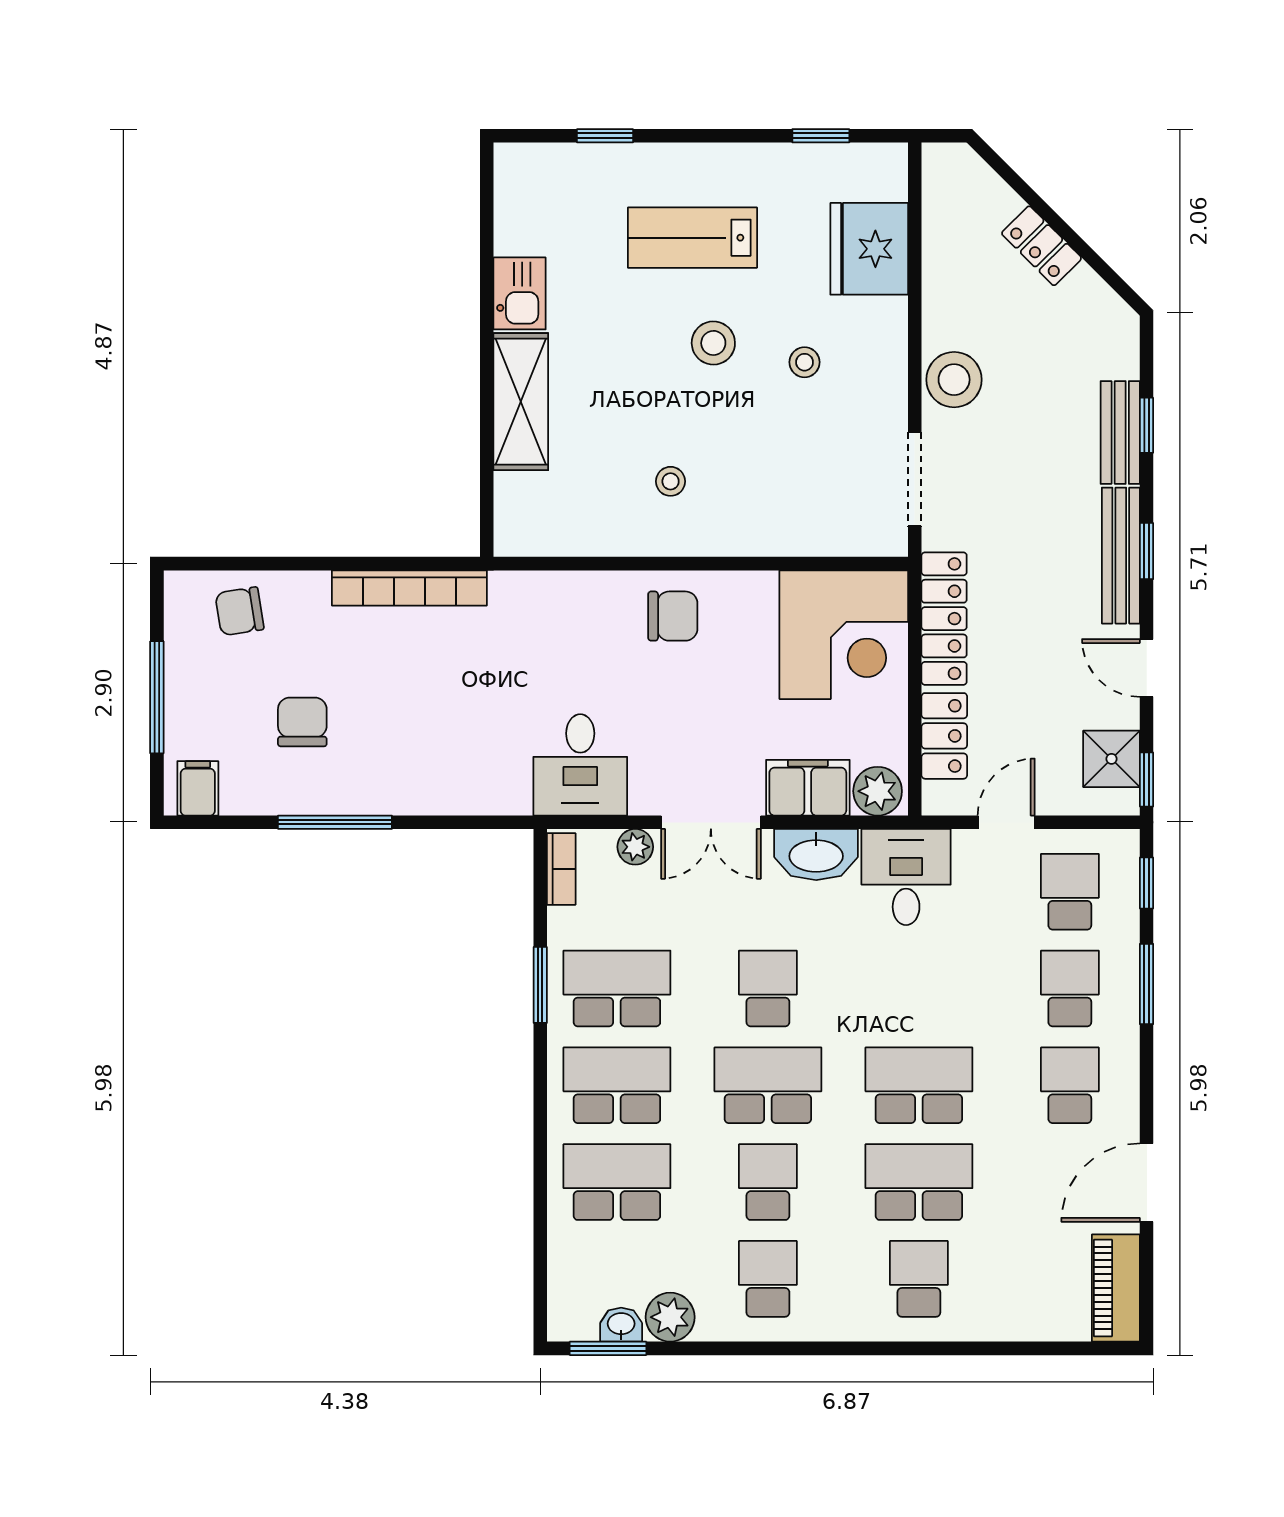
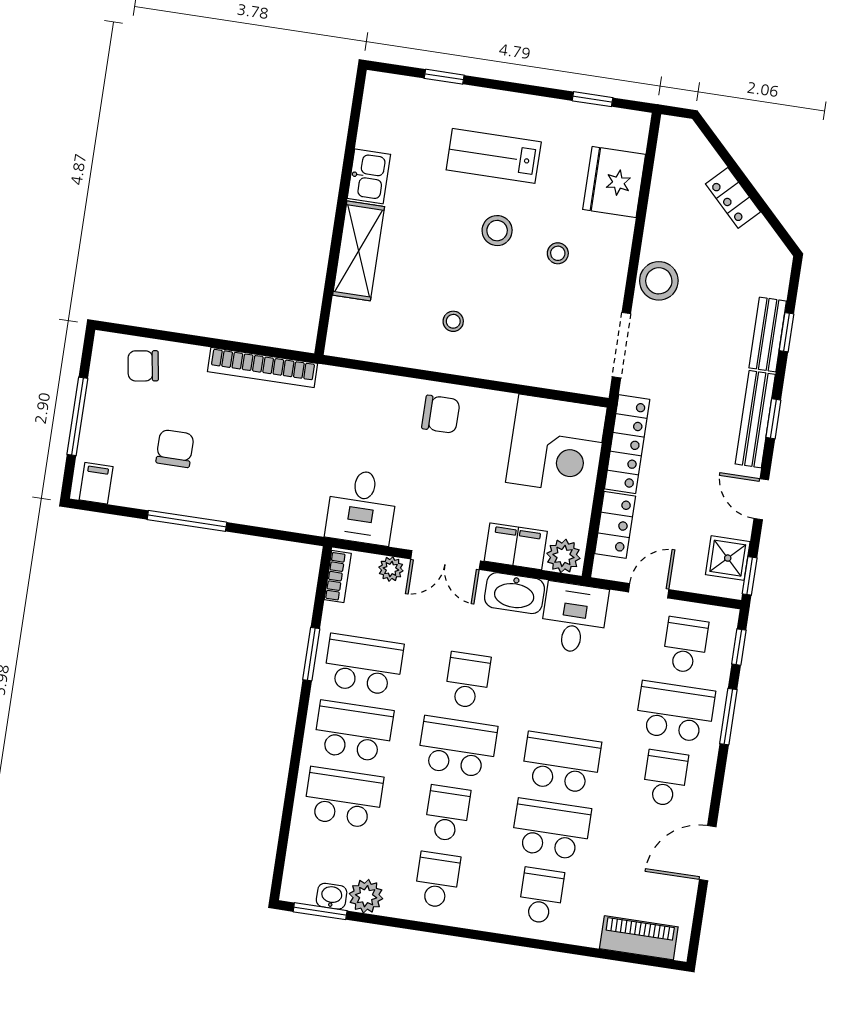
school desk: (1070, 988) -> (675, 712), width x1.85
piano: (1116, 1288) -> (639, 938), moved, turned 90

